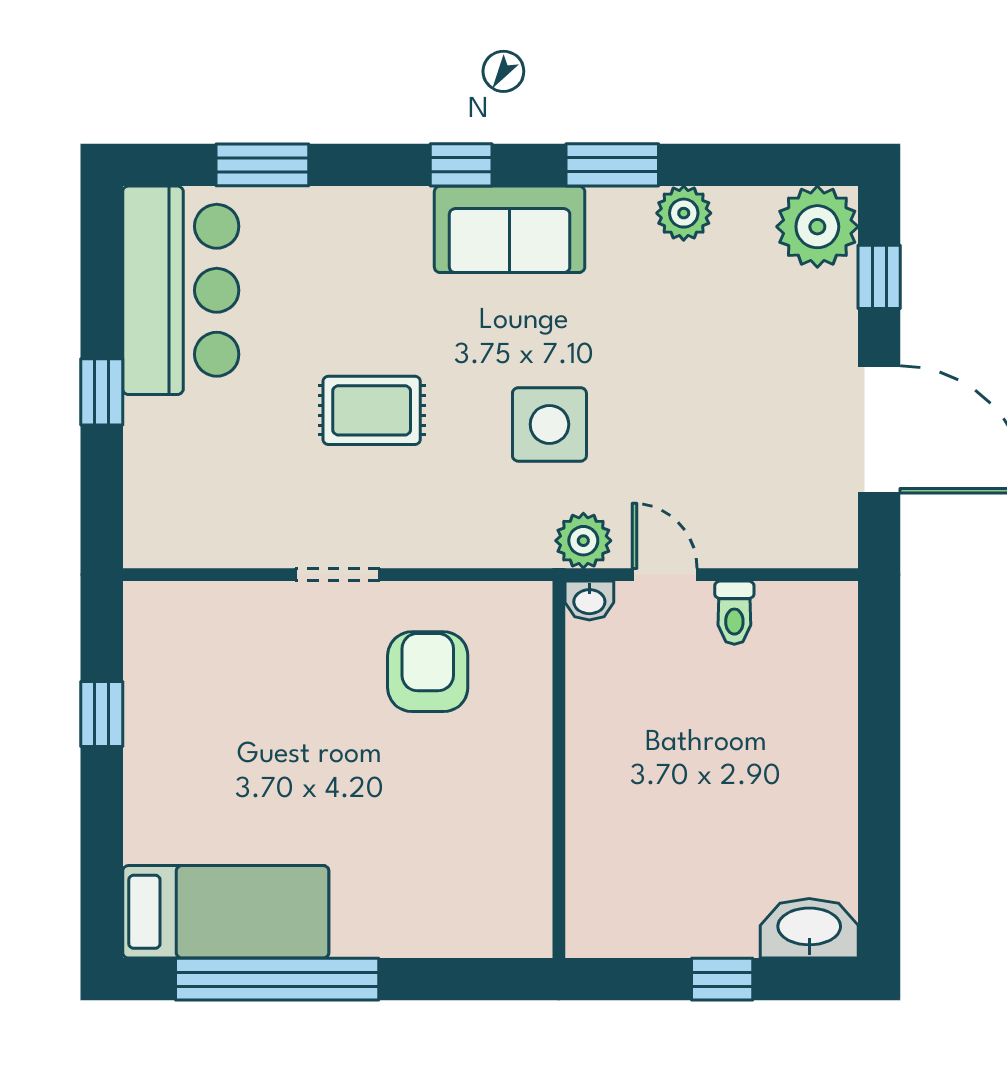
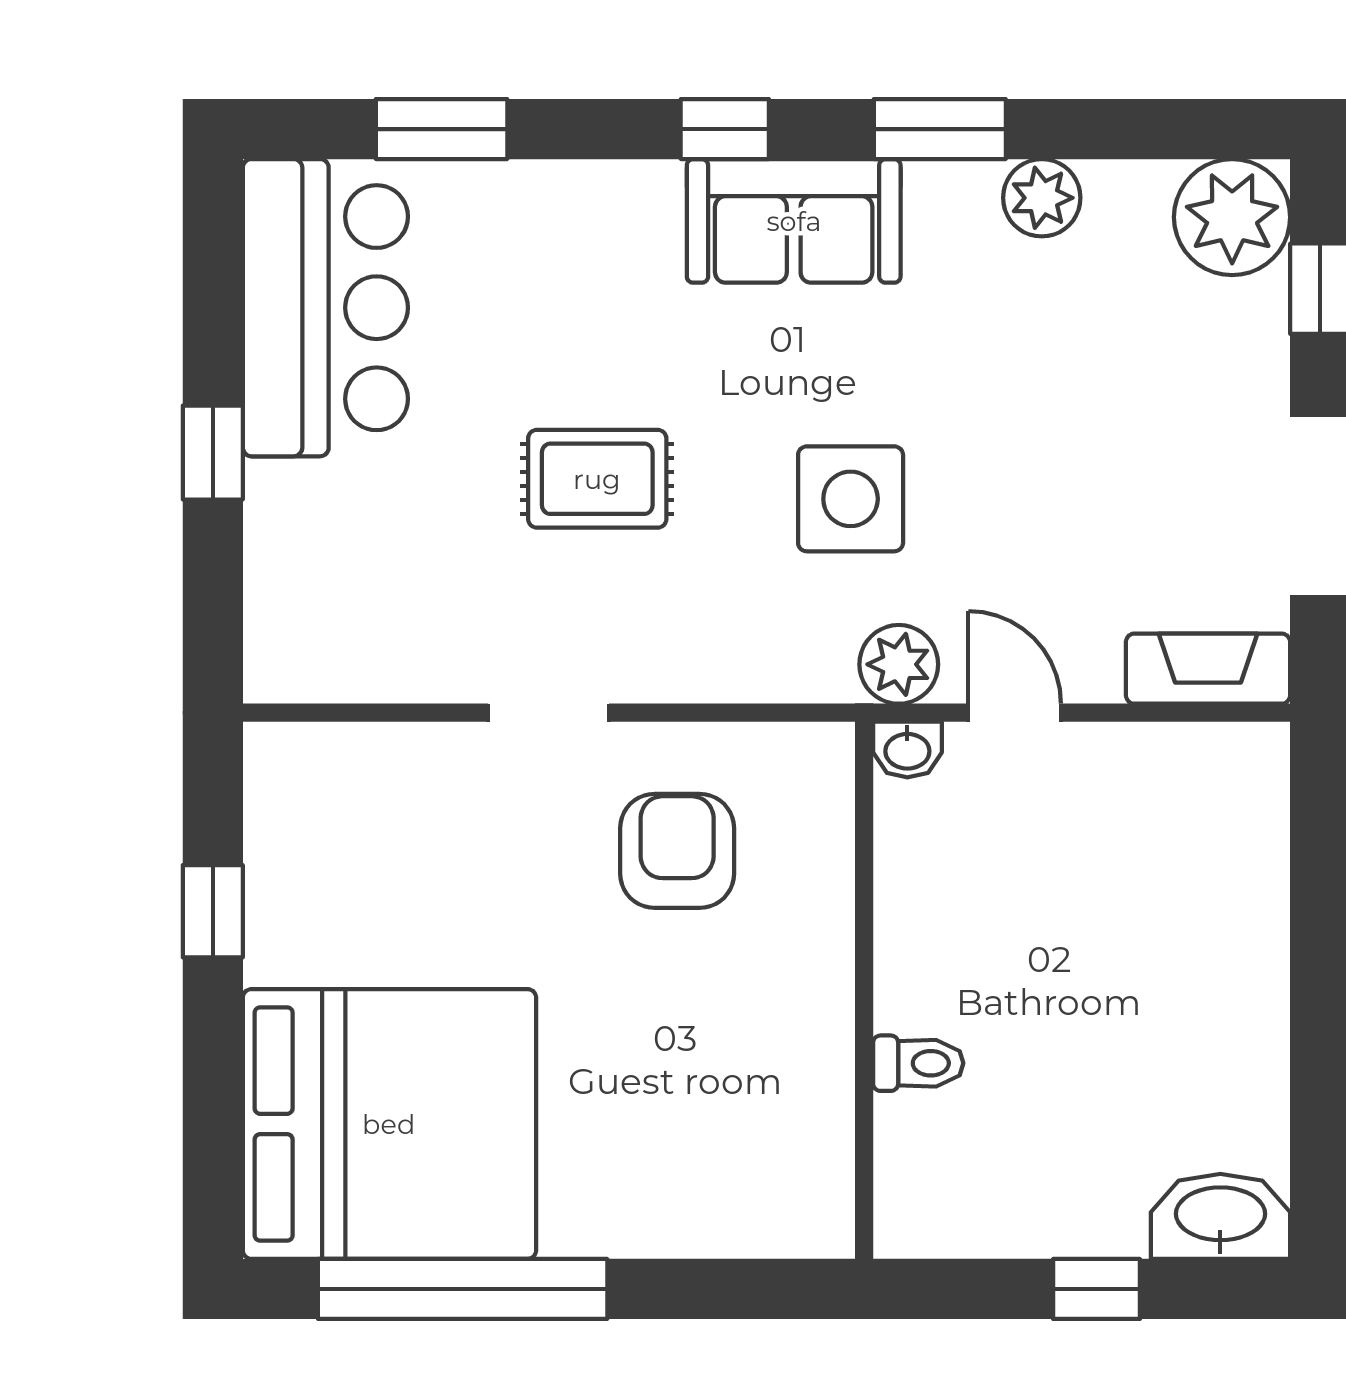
fireplace: (800, 544) -> (1208, 669), added
toilet: (734, 613) -> (918, 1063), moved, turned -90
bed: (226, 912) -> (389, 1124), width x2.04

